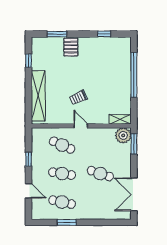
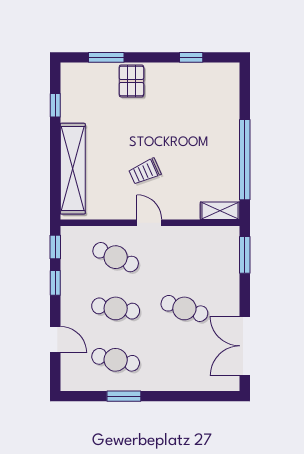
window: (134, 75) -> (245, 160), moved
plant: (123, 135) -> (226, 240), removed
window: (28, 139) -> (55, 247), added

